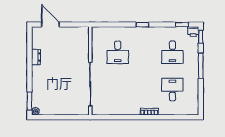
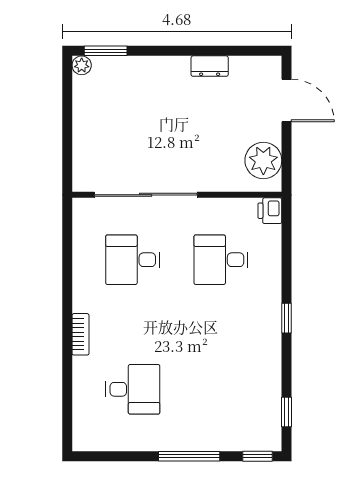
door: (50, 25) -> (287, 101), hinge flipped
printer: (193, 32) -> (270, 211), moved
plant: (76, 34) -> (263, 160), added
desk: (172, 52) -> (133, 260), moved

